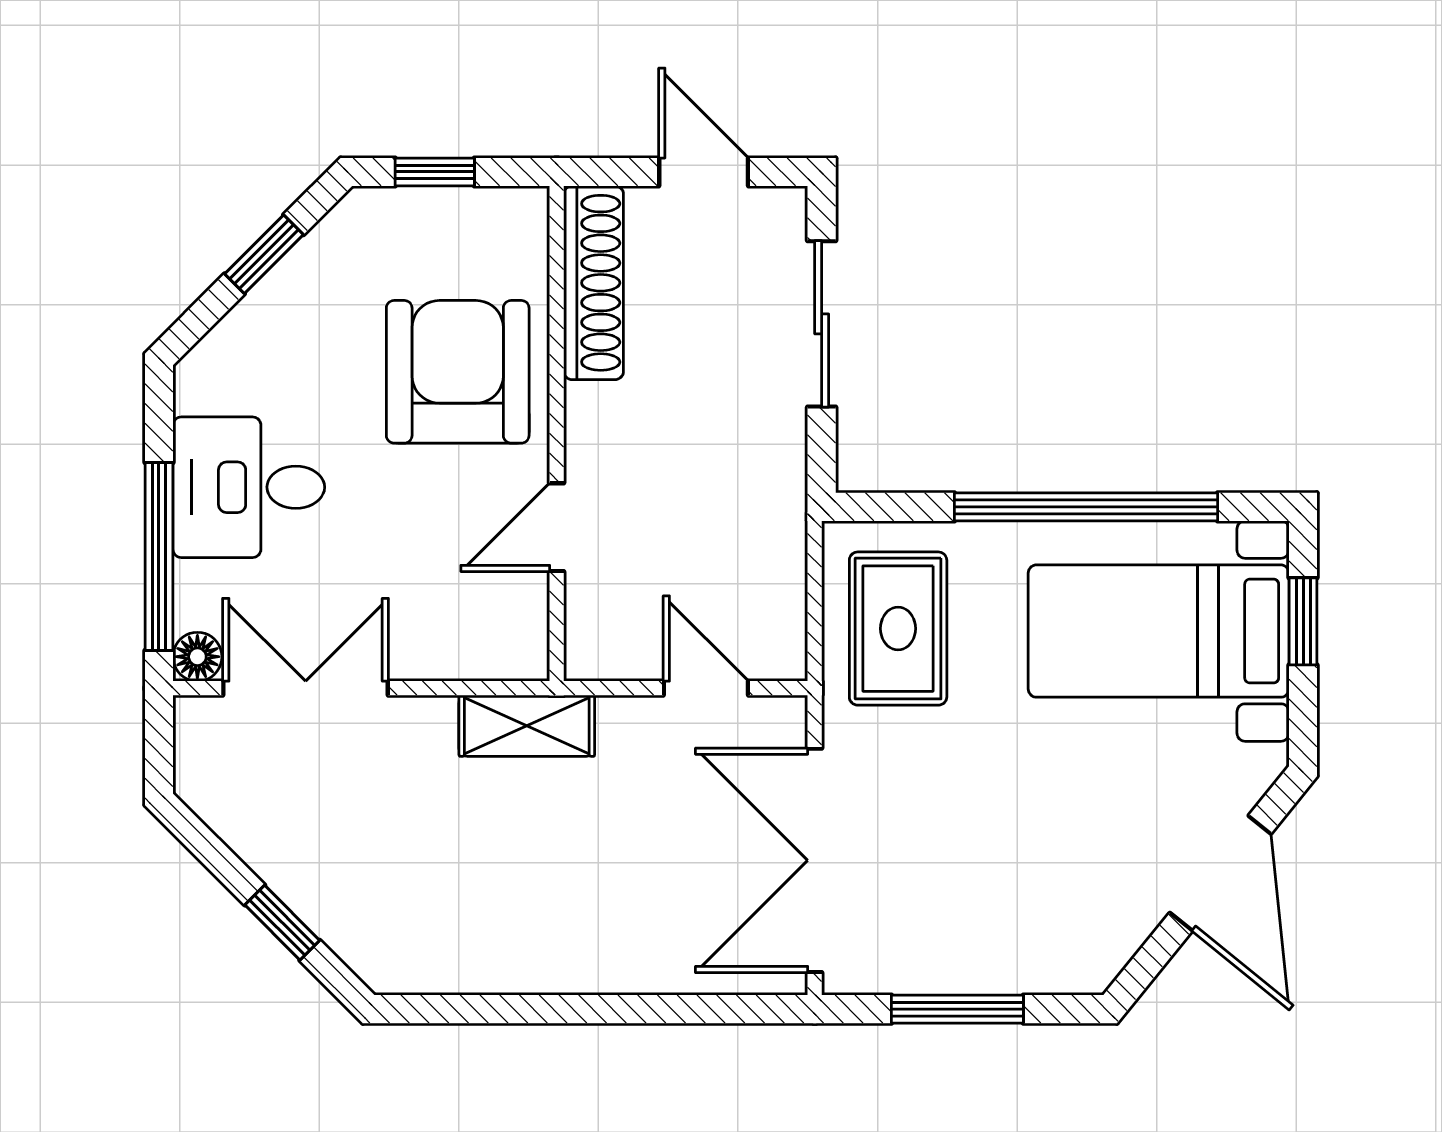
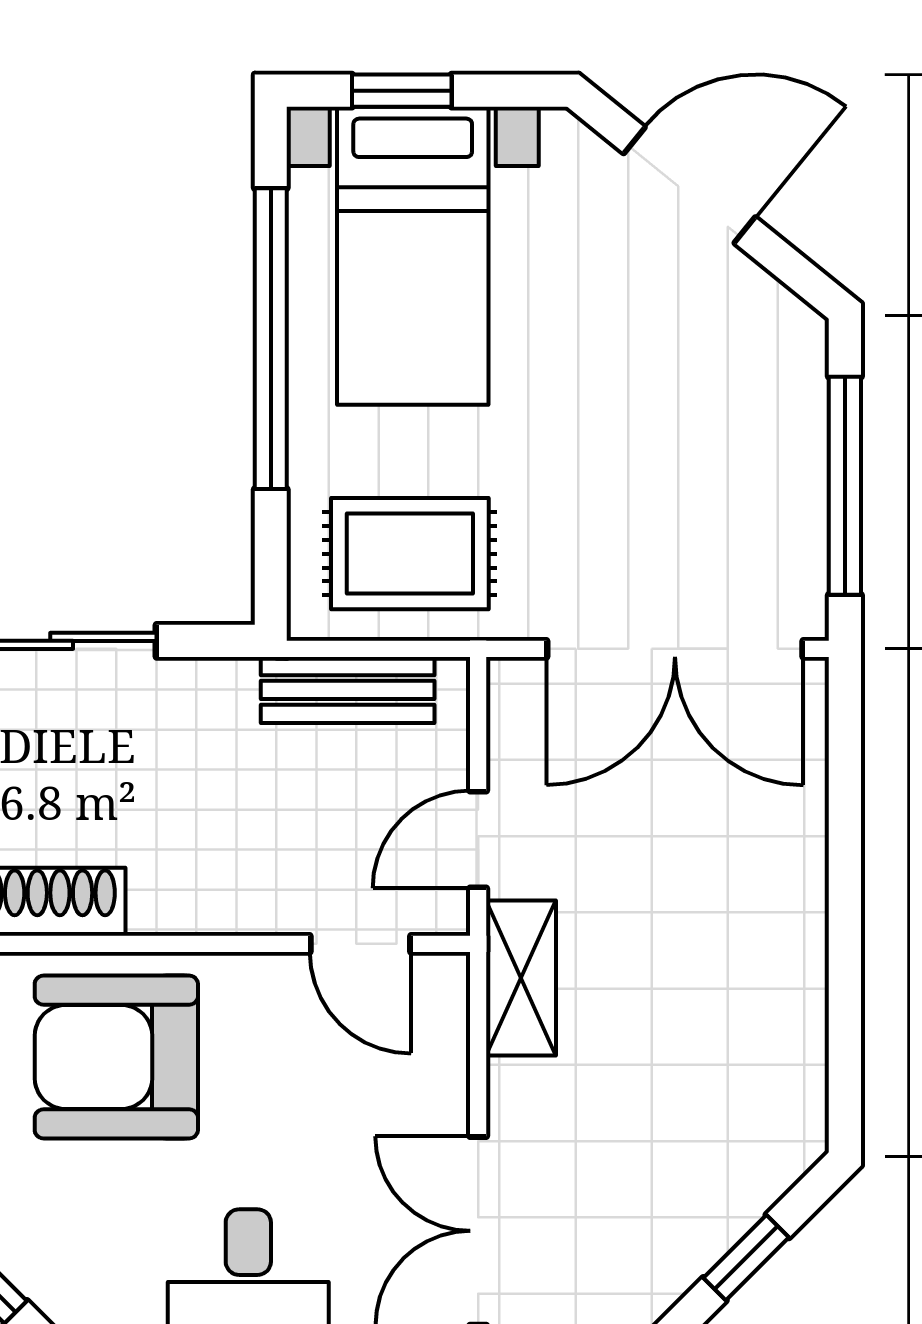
door: (557, 527) -> (360, 944), moved
bench: (779, 574) -> (348, 690), added
door: (706, 688) -> (478, 840), moved
window: (957, 1009) -> (845, 486), width x1.44

